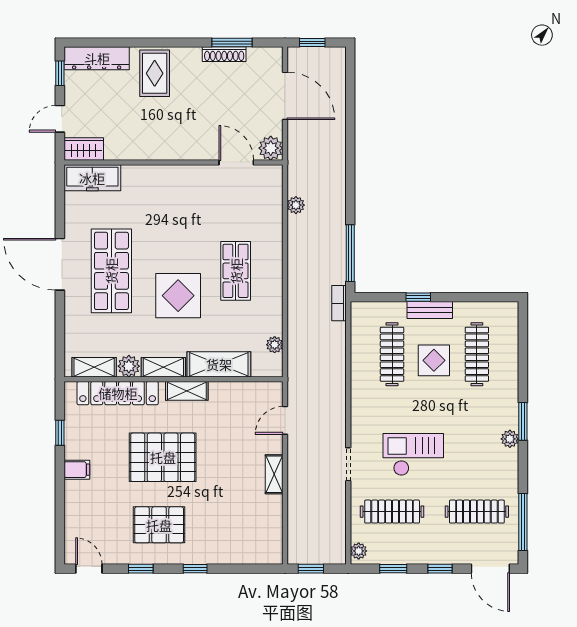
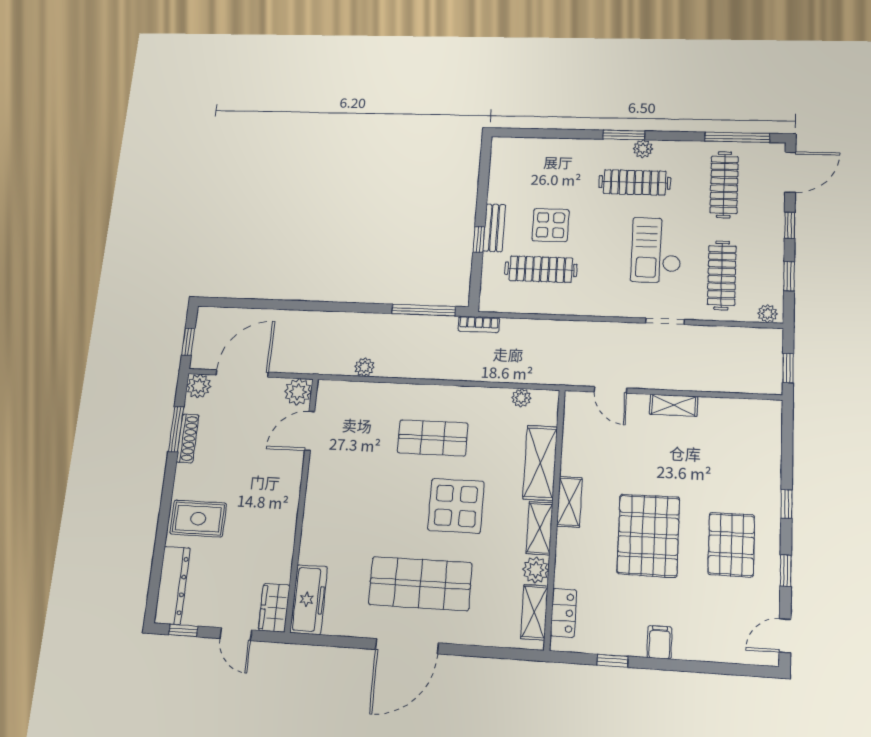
plant: (272, 58) -> (199, 386), added
clothes rail: (477, 354) -> (635, 182), moved
locker: (118, 393) -> (563, 613), width x0.46, depth x0.83

